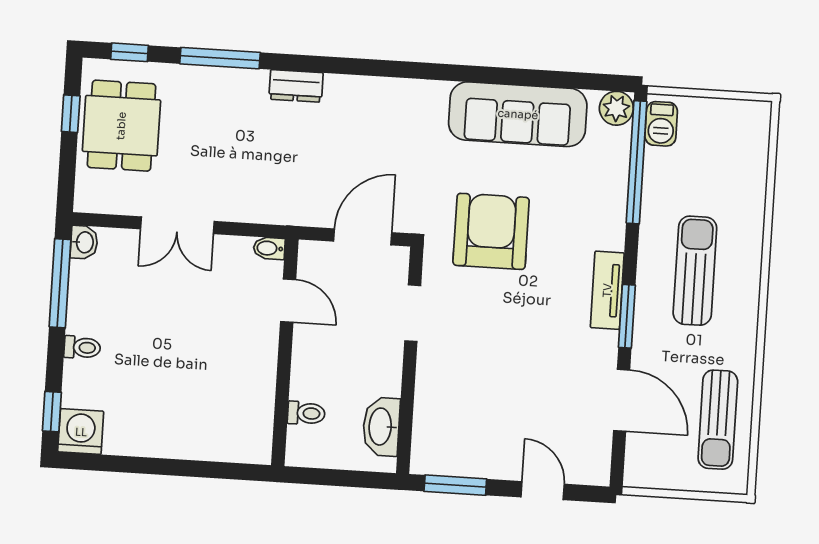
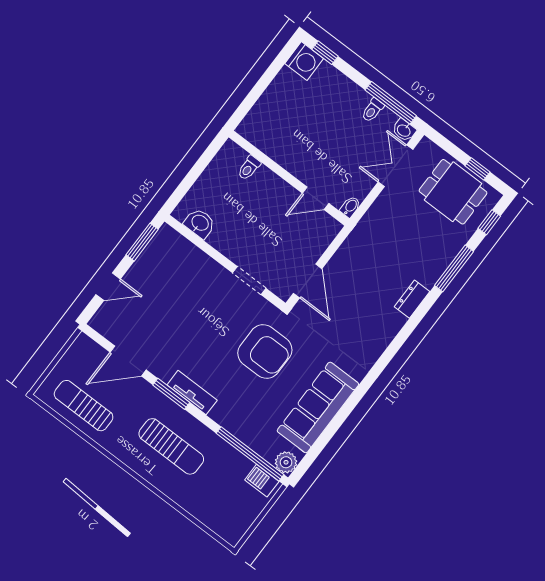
double door: (177, 225) -> (395, 166), moved
bidet: (269, 248) -> (350, 207), moved
door: (288, 301) -> (316, 198), moved
toilet: (82, 347) -> (373, 110), moved
wall: (285, 352) -> (289, 178), moved
toilet: (306, 413) -> (249, 168), moved
washbasin: (381, 427) -> (200, 223), width x0.72

